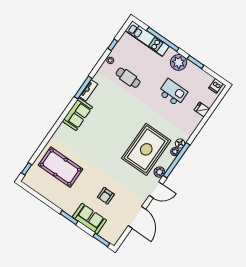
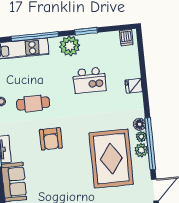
kitchen island: (173, 93) -> (90, 80), turned 180
armchair: (121, 107) -> (51, 139), added
fridge: (202, 109) -> (134, 86), moved
plant: (159, 172) -> (141, 150), moved

